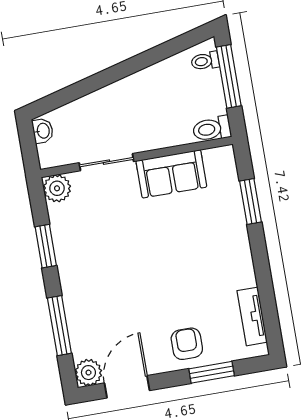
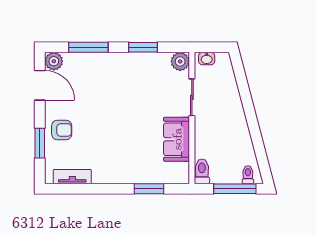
washbasin: (43, 131) -> (207, 59), moved

